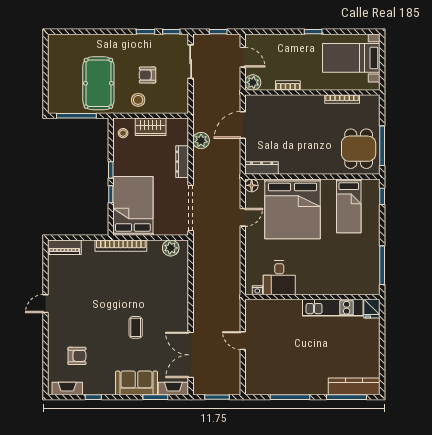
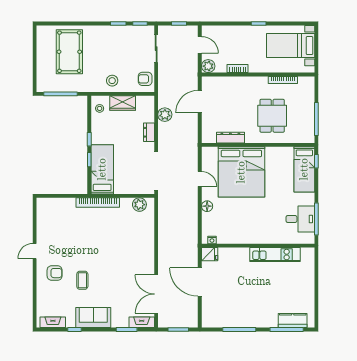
armchair: (147, 75) -> (145, 79), moved
pool table: (98, 83) -> (69, 52), moved
dining table: (359, 149) -> (272, 116), moved
dresser: (182, 162) -> (149, 132), width x0.70
dresser: (262, 168) -> (230, 138), moved
floor lamp: (252, 185) -> (207, 206), moved
bed: (133, 206) -> (102, 169), width x0.67
bed: (349, 206) -> (304, 169), moved
door: (243, 217) -> (200, 179), hinge flipped
piano: (64, 247) -> (50, 204), removed
desk: (279, 278) -> (300, 219), moved, turned -90
fridge: (372, 309) -> (210, 254), moved, turned -90
coffee table: (136, 327) -> (82, 280), moved
door: (243, 341) -> (200, 282), width x1.88
armchair: (77, 356) -> (55, 273), moved
sofa: (136, 383) -> (93, 318), moved
kitchen counter: (354, 386) -> (293, 320), width x0.67

